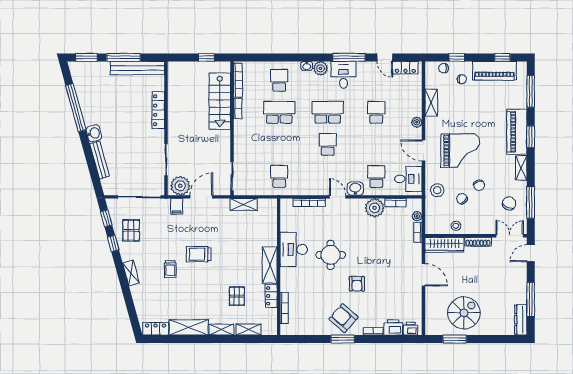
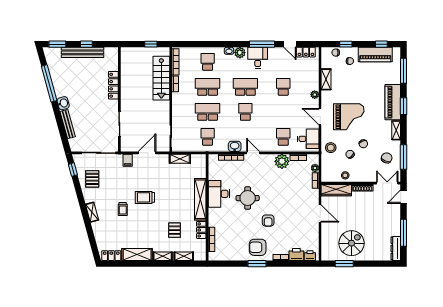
window: (124, 57) -> (86, 44), width x0.46
bench: (137, 68) -> (82, 52), moved
school desk: (279, 144) -> (208, 112), added
plant: (180, 186) -> (131, 144), removed
washbasin: (355, 189) -> (235, 146), moved
window: (113, 244) -> (78, 189), removed
shelving: (270, 265) -> (200, 199), width x1.47
armchair: (344, 318) -> (258, 247), turned -41

